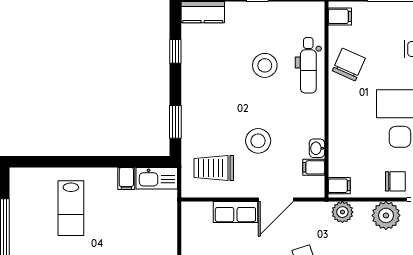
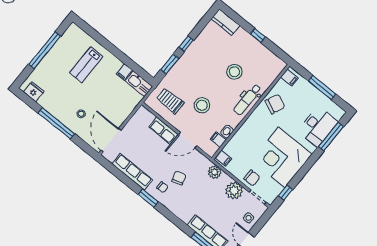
window: (175, 51) -> (186, 44), moved
dental chair: (308, 65) -> (247, 99), moved

